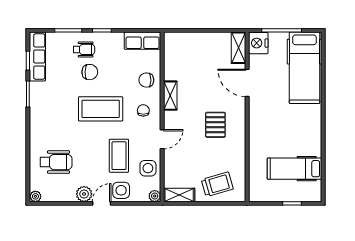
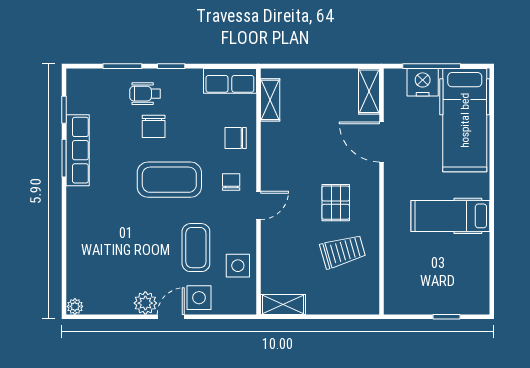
nightstand: (258, 43) -> (423, 82), moved, turned 90
wheelchair: (84, 49) -> (145, 94), turned 180
row of seats: (37, 56) -> (78, 150), moved
chair: (90, 72) -> (154, 126), turned 89
shelving: (170, 96) -> (270, 100), moved
door: (162, 139) -> (258, 205), moved
wheelchair: (56, 162) -> (105, 257), removed
hospital bed: (295, 169) -> (450, 216), moved
trolley: (217, 184) -> (343, 251), moved
plant: (155, 196) -> (248, 306), removed

